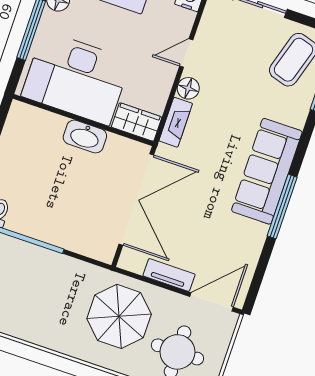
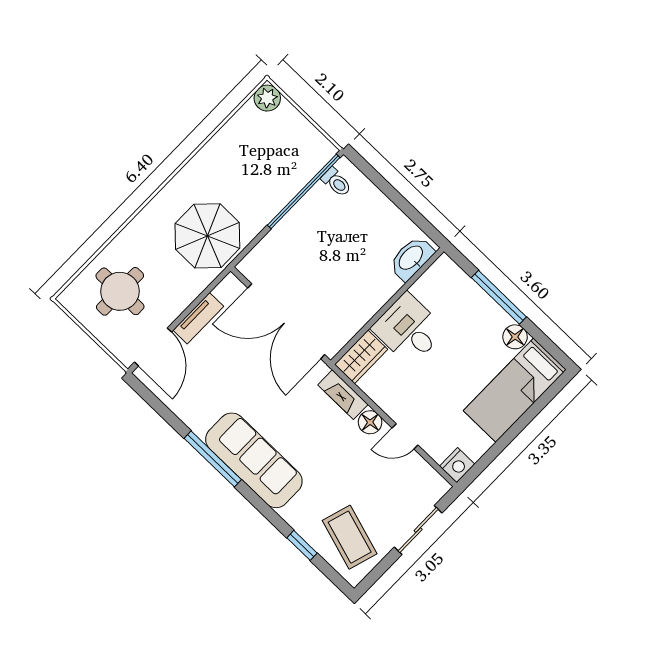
door: (186, 53) -> (405, 436), swing flipped
desk: (76, 78) -> (409, 329), width x0.53, depth x0.77
washbasin: (85, 137) -> (411, 258), moved
parasol: (119, 316) -> (207, 236), moved

